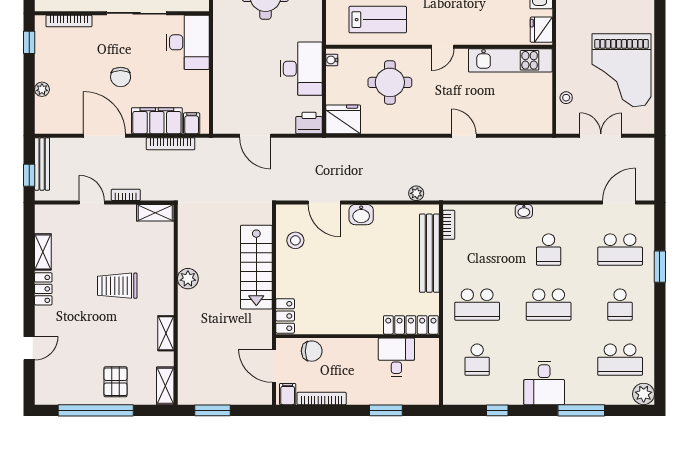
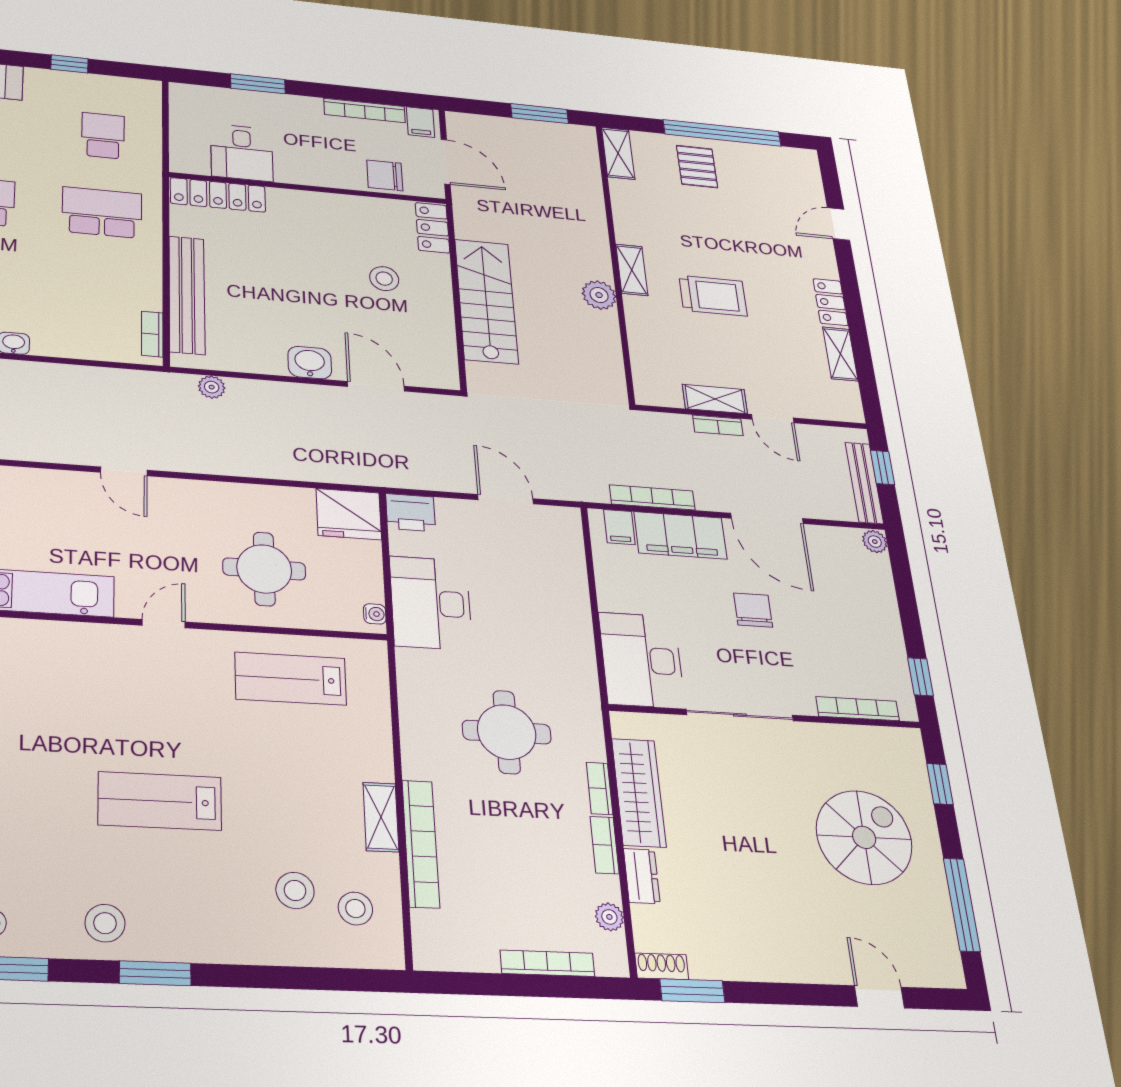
plant: (42, 89) -> (875, 542), moved
shelving: (155, 213) -> (715, 399), moved
stool: (295, 240) -> (384, 279), moved
shelving: (166, 333) -> (632, 270), moved

